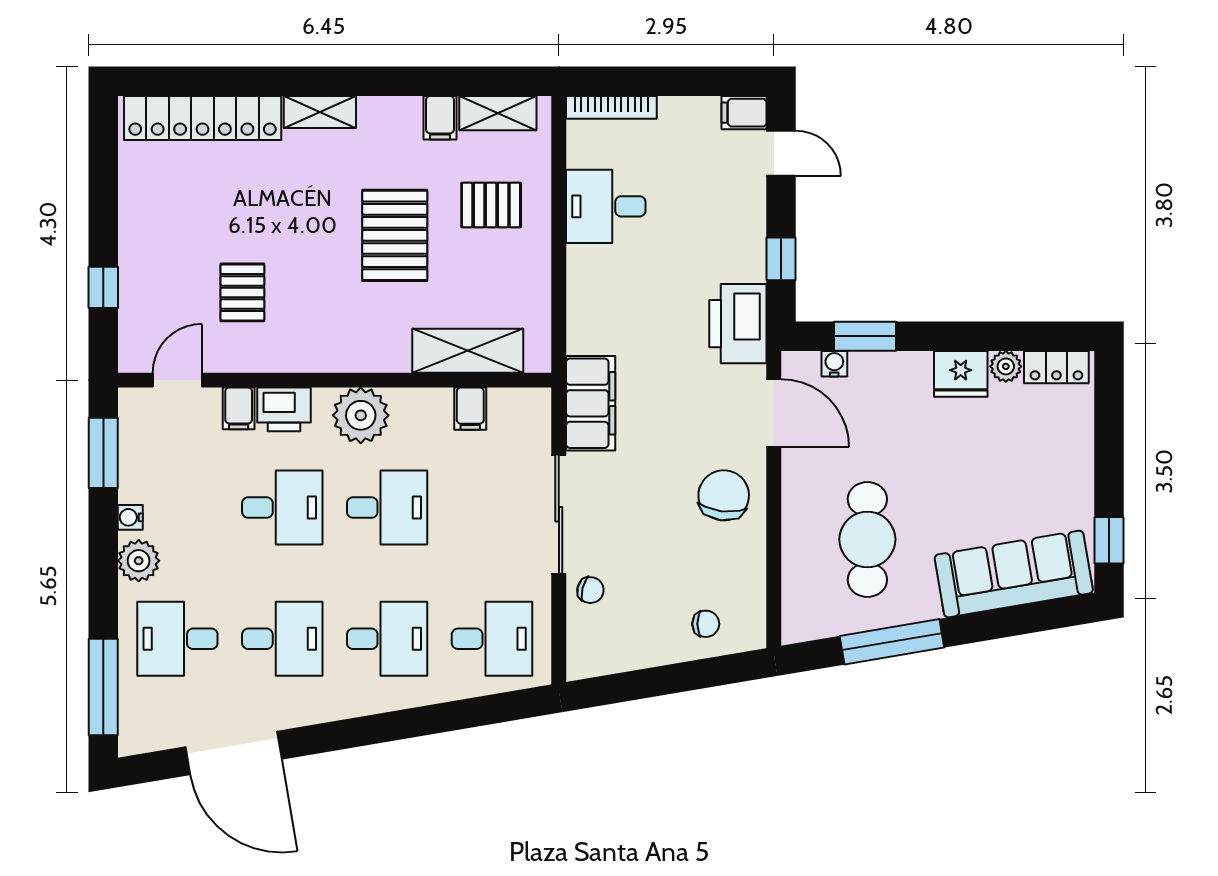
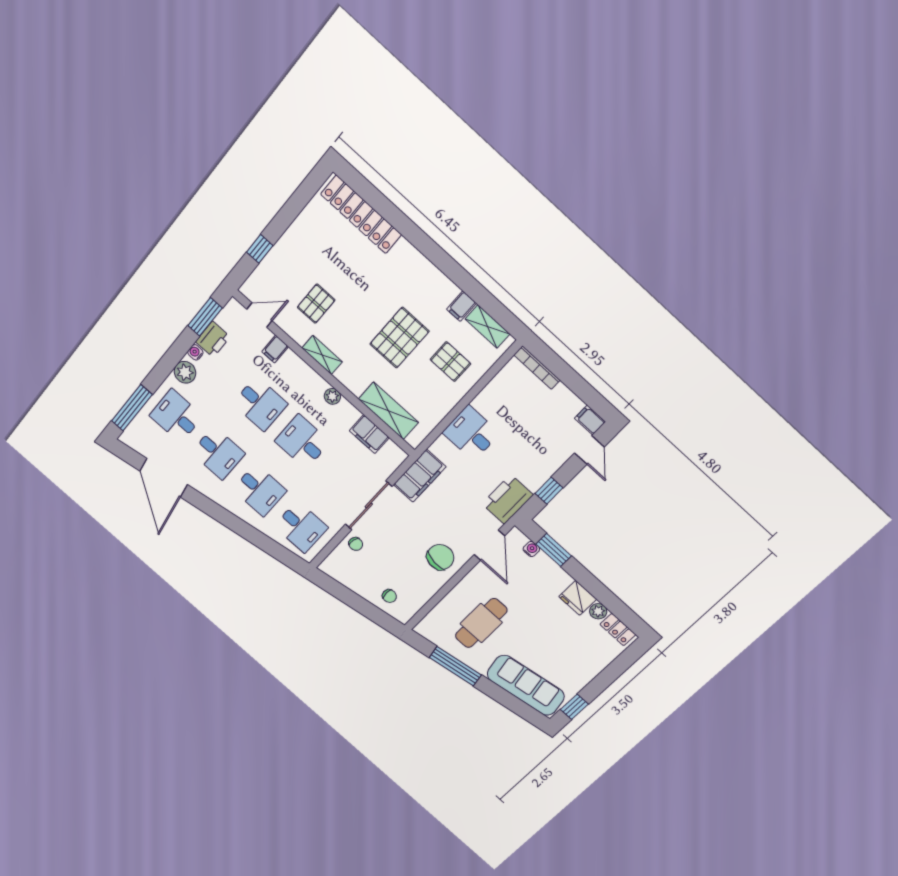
shelving: (320, 112) -> (322, 355), moved
desk: (606, 206) -> (471, 433), moved
printer: (284, 409) -> (213, 339), moved, turned -90
filing cabinet: (470, 409) -> (369, 434), width x2.00
plant: (361, 415) -> (332, 396), width x0.53, depth x0.53
desk: (387, 508) -> (302, 442), turned 180

